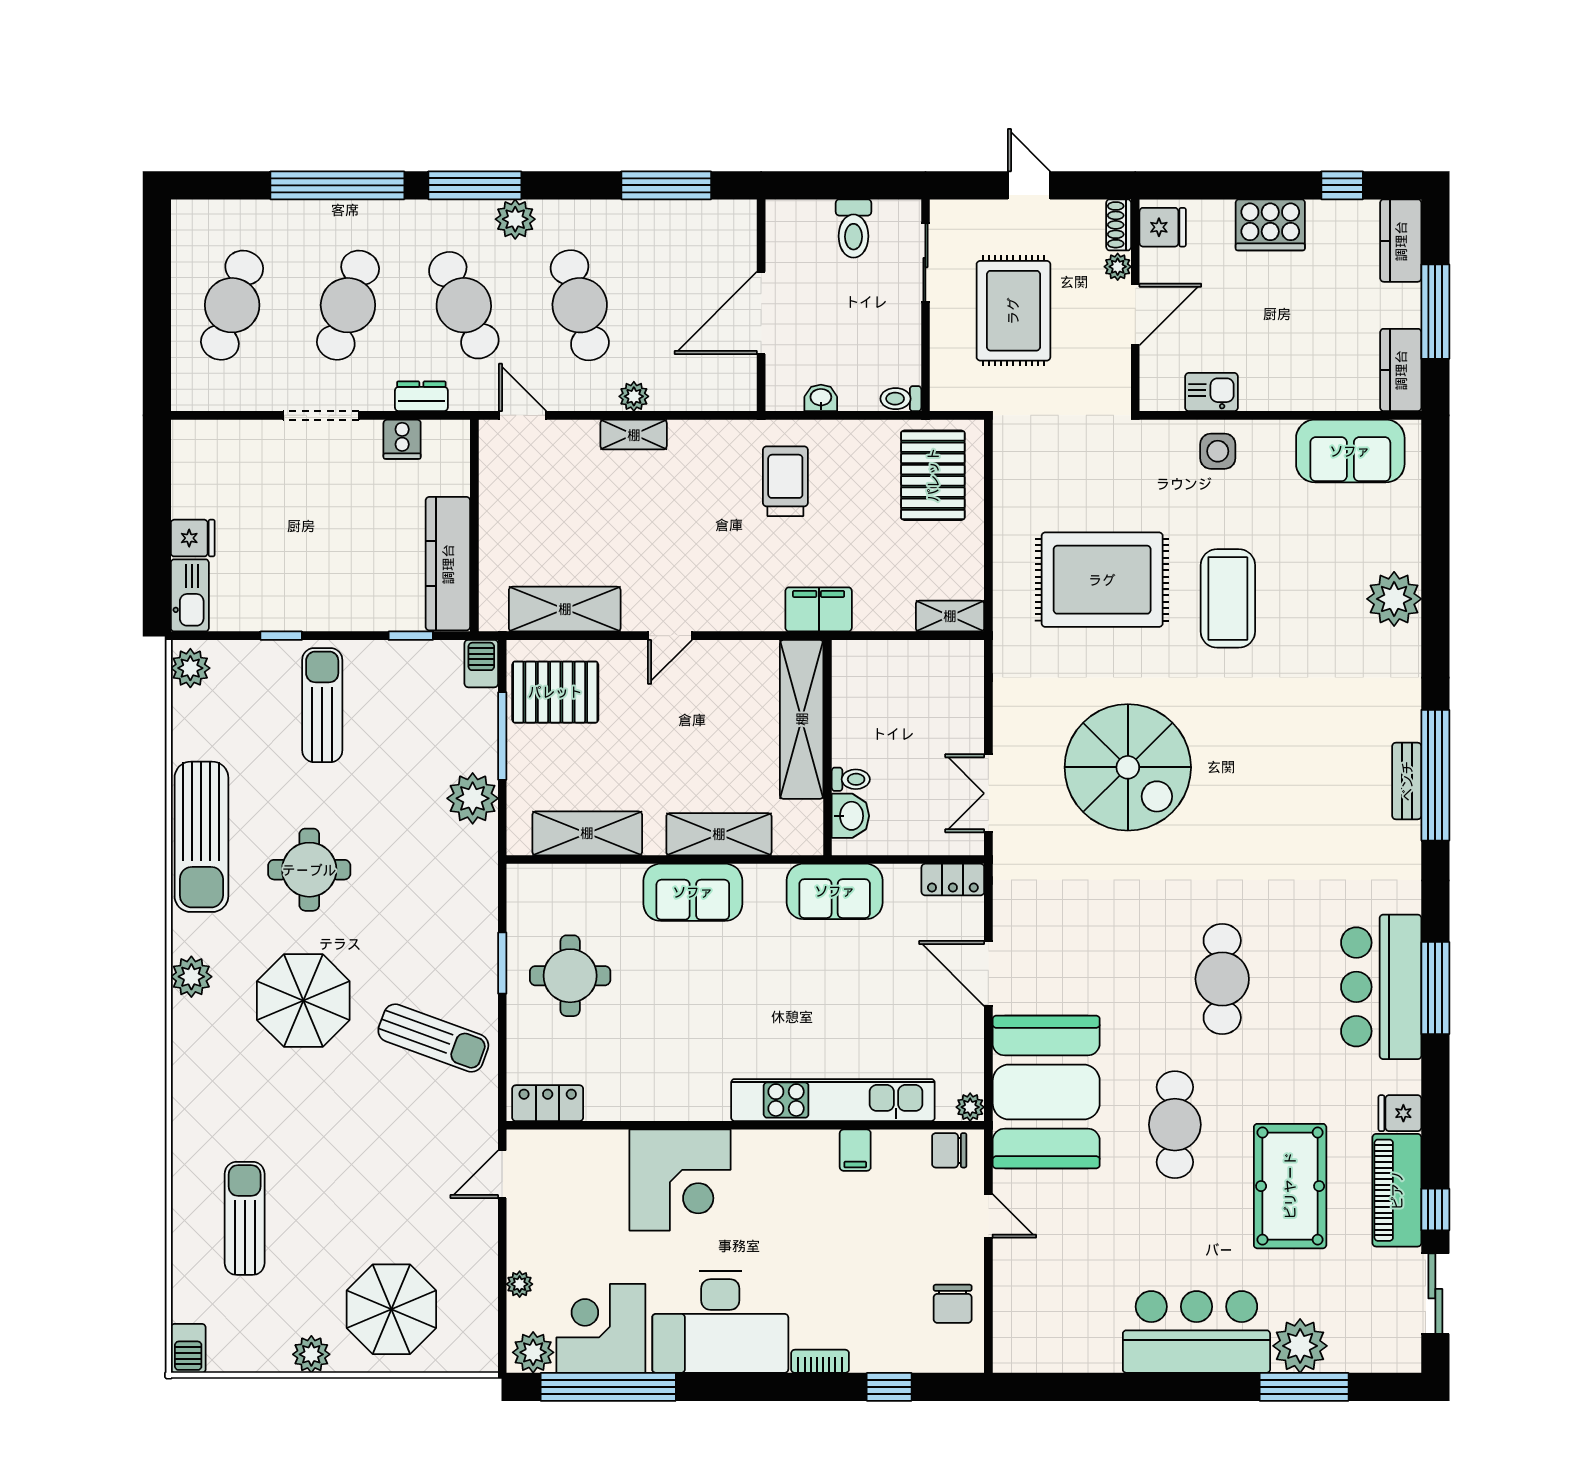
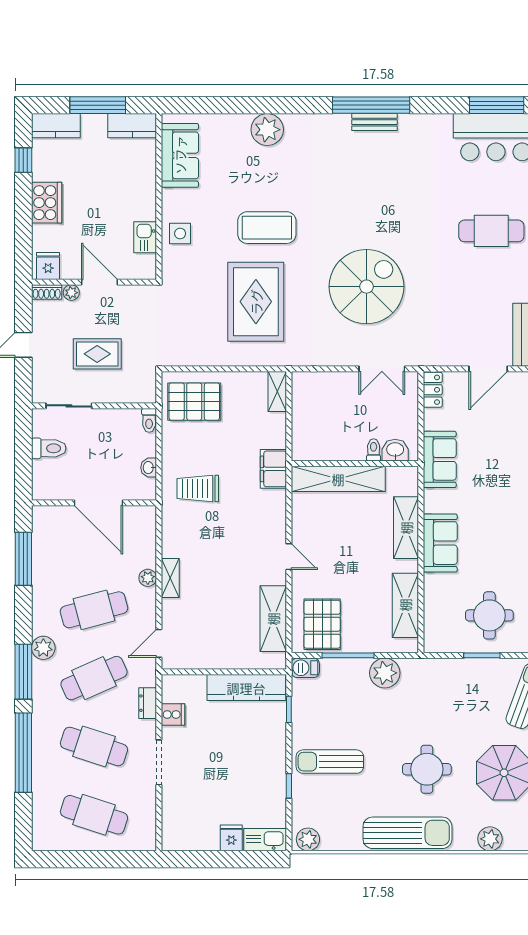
rug: (1013, 311) -> (97, 354), width x0.73, depth x0.70

